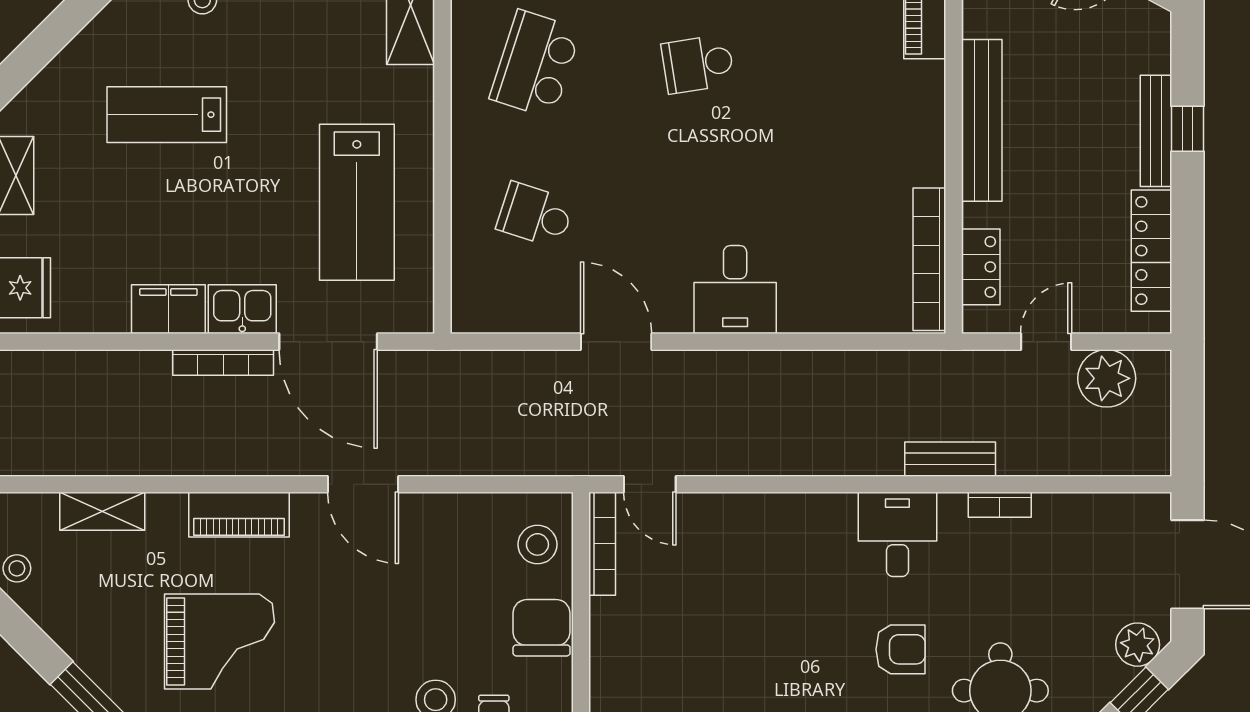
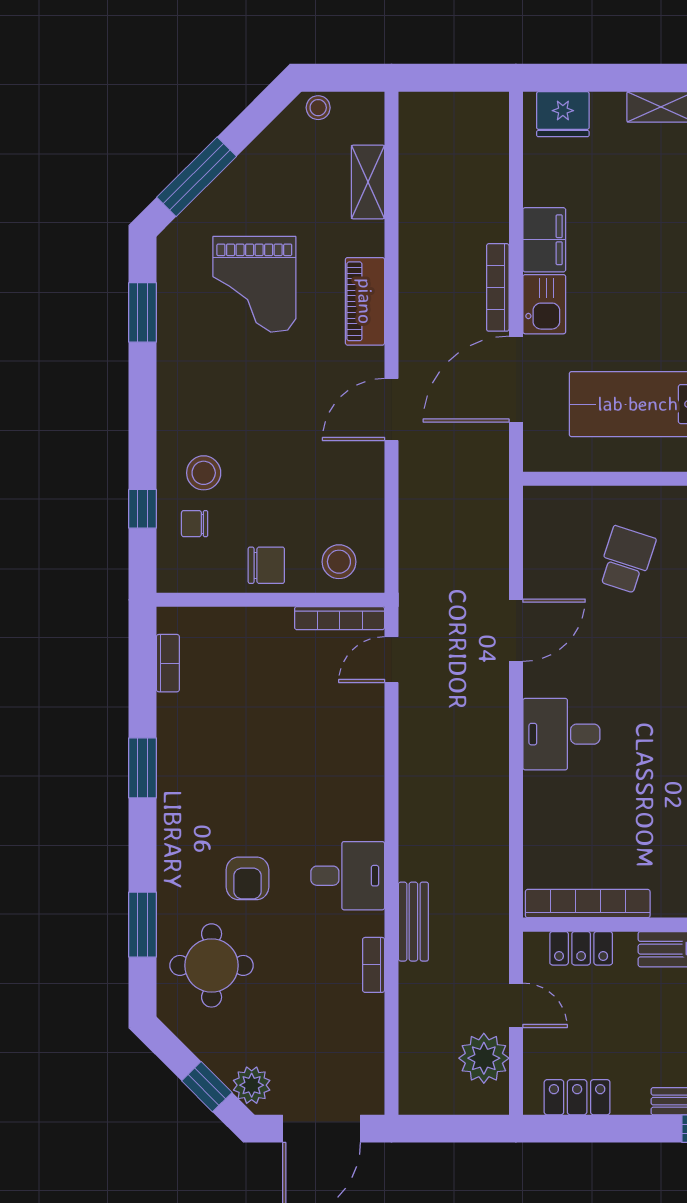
locker: (1151, 251) -> (577, 1097), width x0.66
chair: (542, 628) -> (266, 565), width x0.73, depth x0.73

